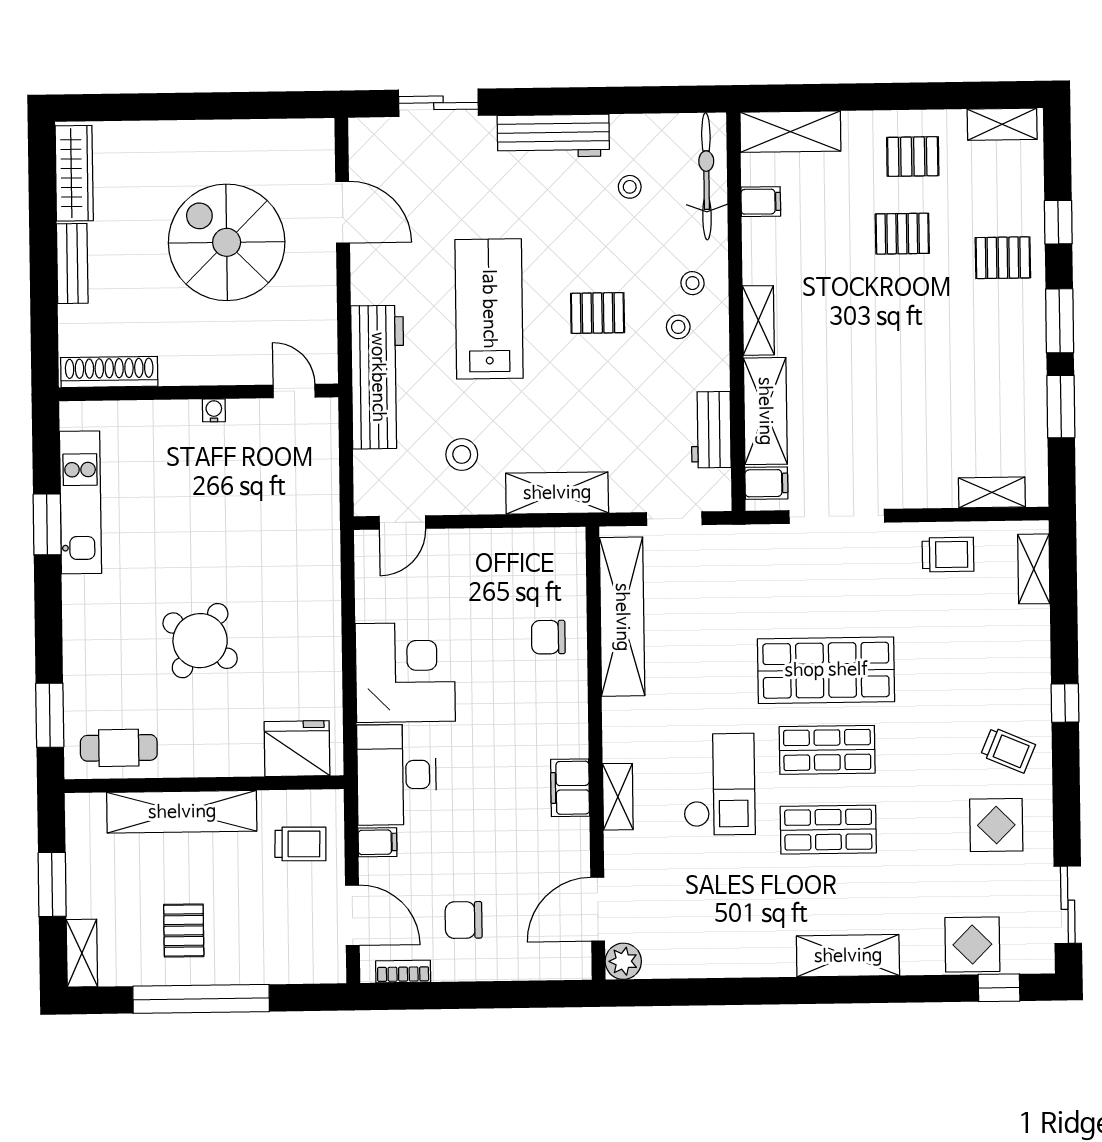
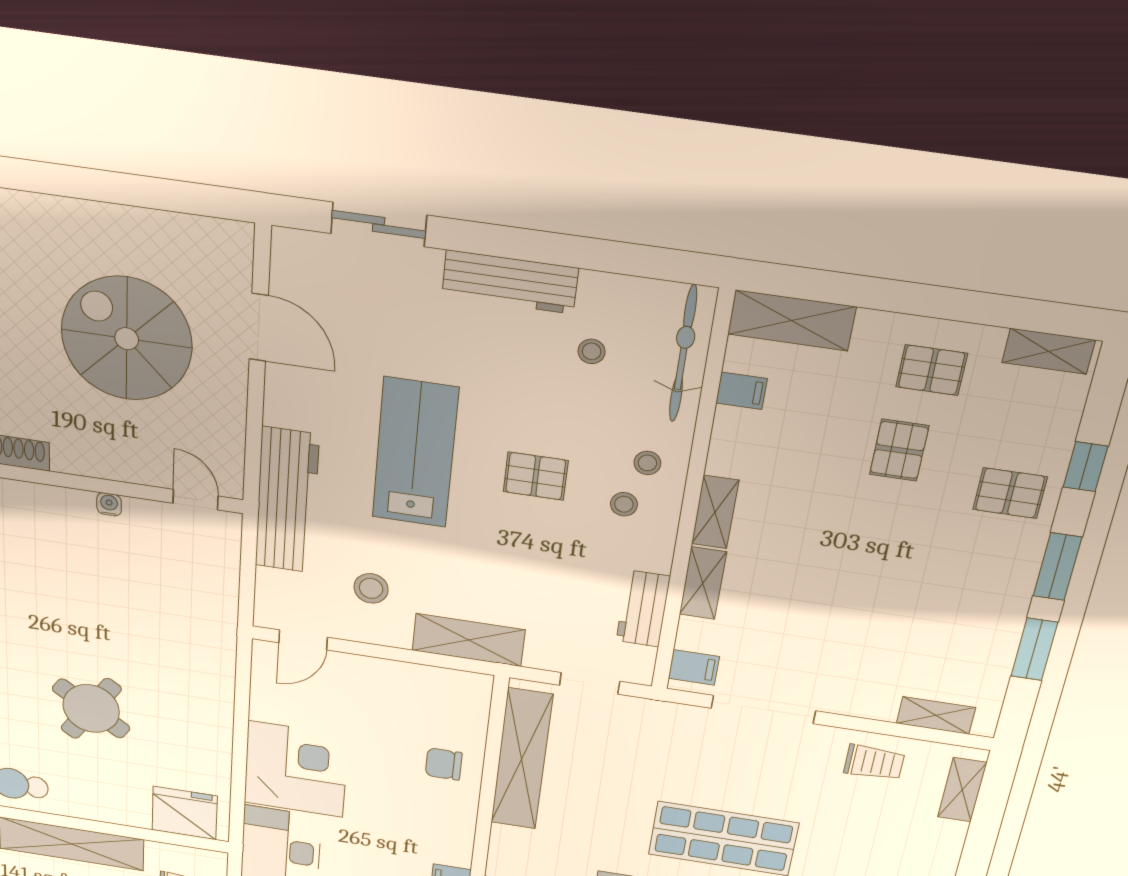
pallet: (902, 234) -> (899, 450), turned 90
shelving: (765, 411) -> (703, 583), width x0.67, depth x0.75

